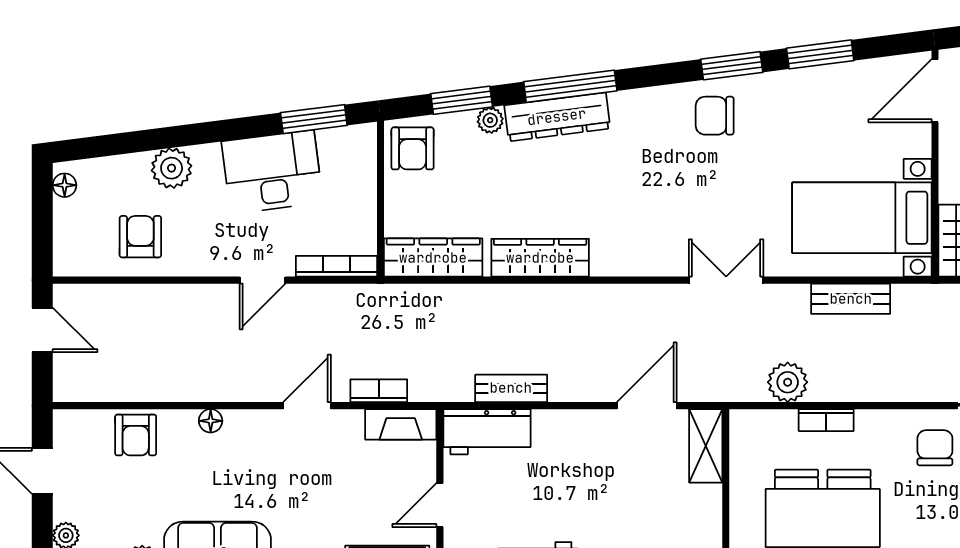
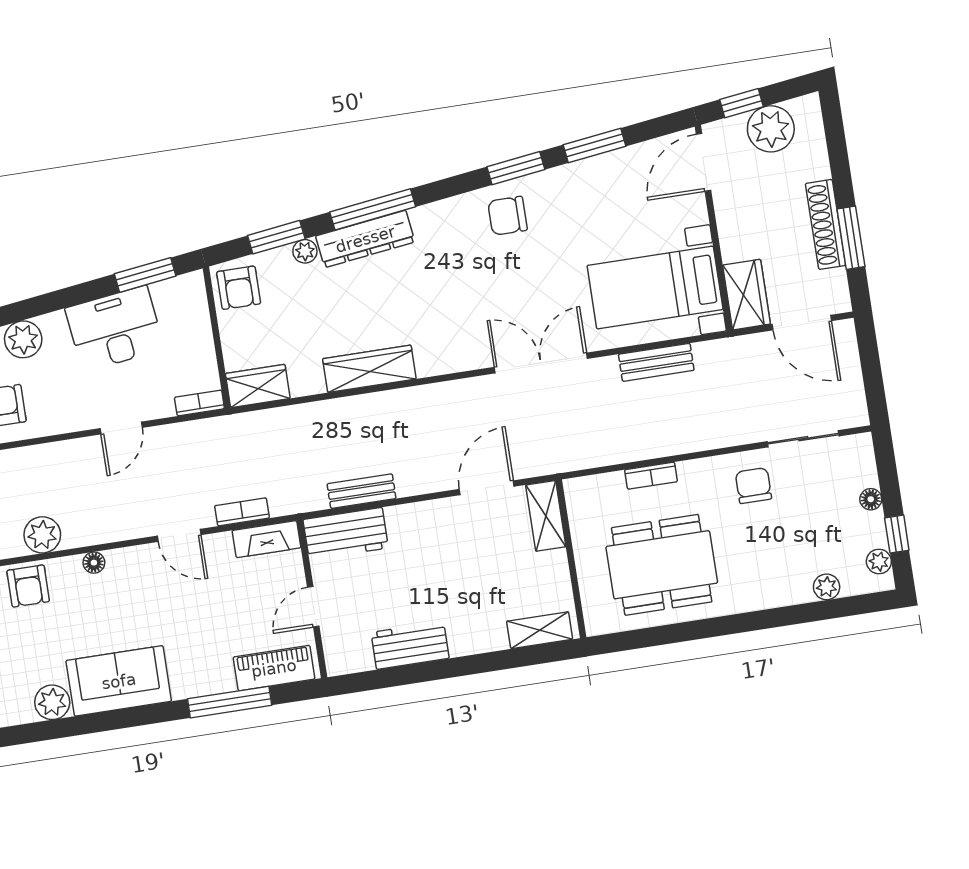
wardrobe: (433, 258) -> (258, 386), width x0.67
bookcase: (336, 266) -> (199, 403), width x0.64
double door: (726, 280) -> (541, 363), width x1.37
plant: (788, 382) -> (42, 535), moved
door: (307, 406) -> (179, 535), swing flipped

